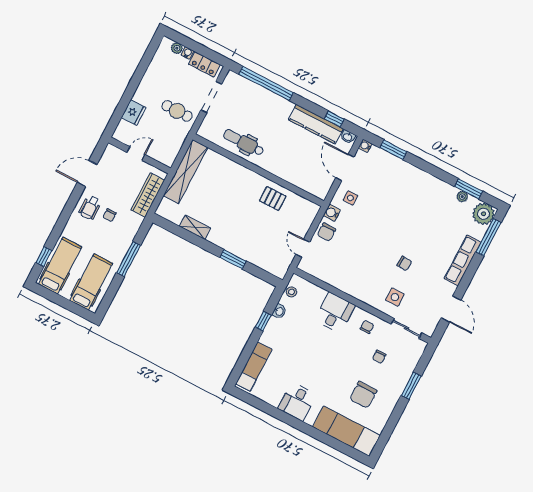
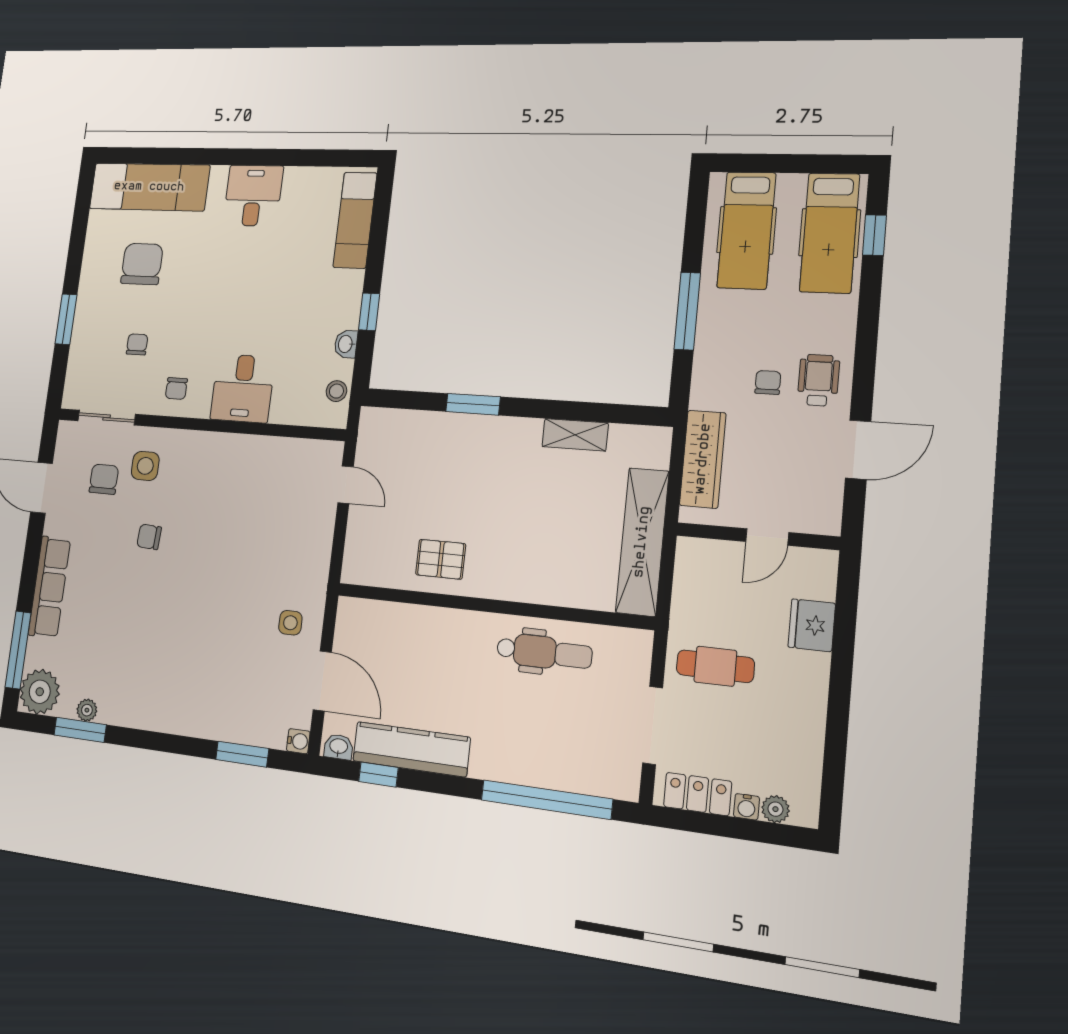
water cooler: (332, 213) -> (315, 578), removed
chair: (326, 232) -> (104, 479), moved

